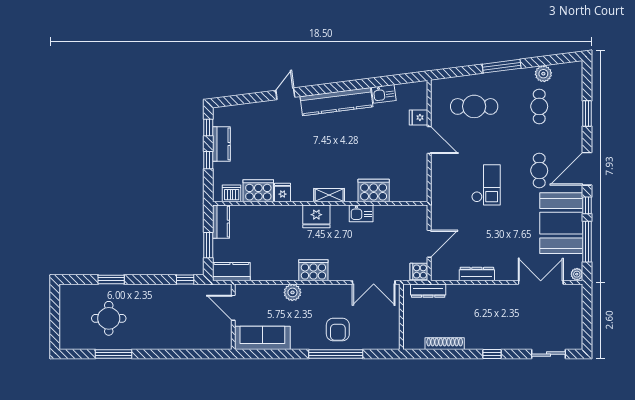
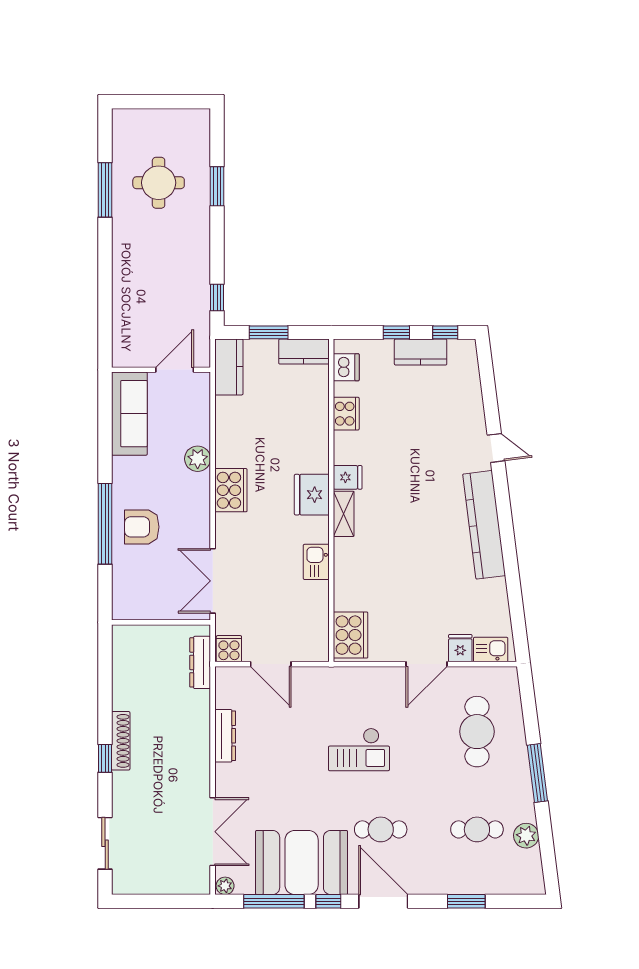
kitchen sink: (384, 94) -> (491, 650), moved, turned 97
cooker: (258, 191) -> (346, 414), width x0.73, depth x0.76
cooker: (374, 191) -> (351, 635), moved
fridge: (283, 192) -> (348, 477), moved
shoe rack: (445, 344) -> (121, 741), moved

